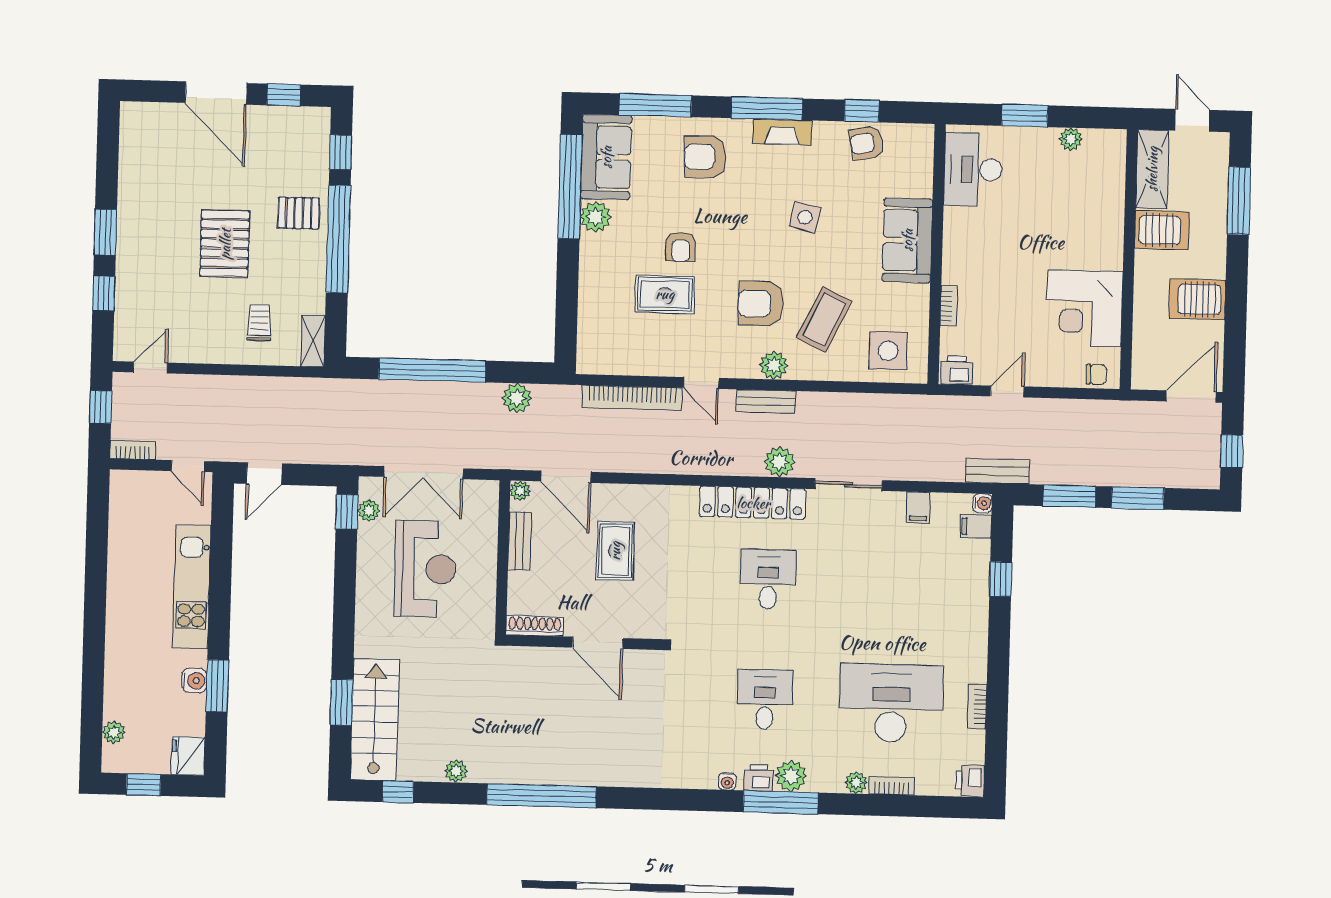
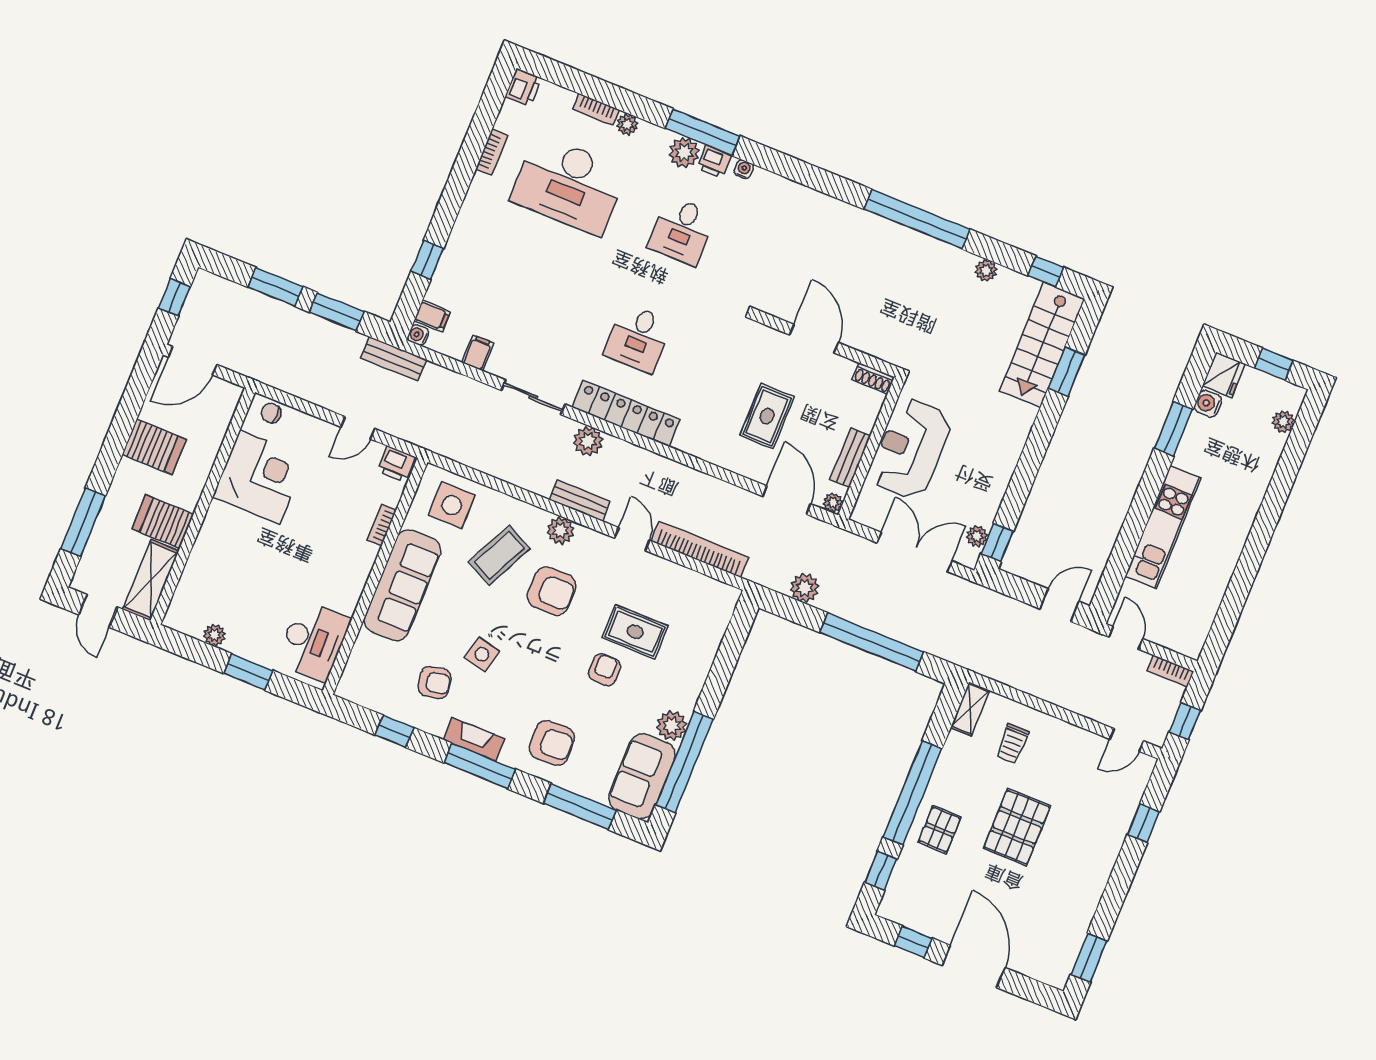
armchair: (867, 143) -> (434, 682), moved
pallet: (299, 213) -> (940, 830), turned 90
window: (105, 232) -> (1089, 958), moved
sofa: (907, 240) -> (402, 585), width x1.36
reception desk: (425, 569) -> (911, 449), moved
shoe rack: (535, 626) -> (873, 378), width x0.70
water cooler: (194, 681) -> (1208, 404), moved

